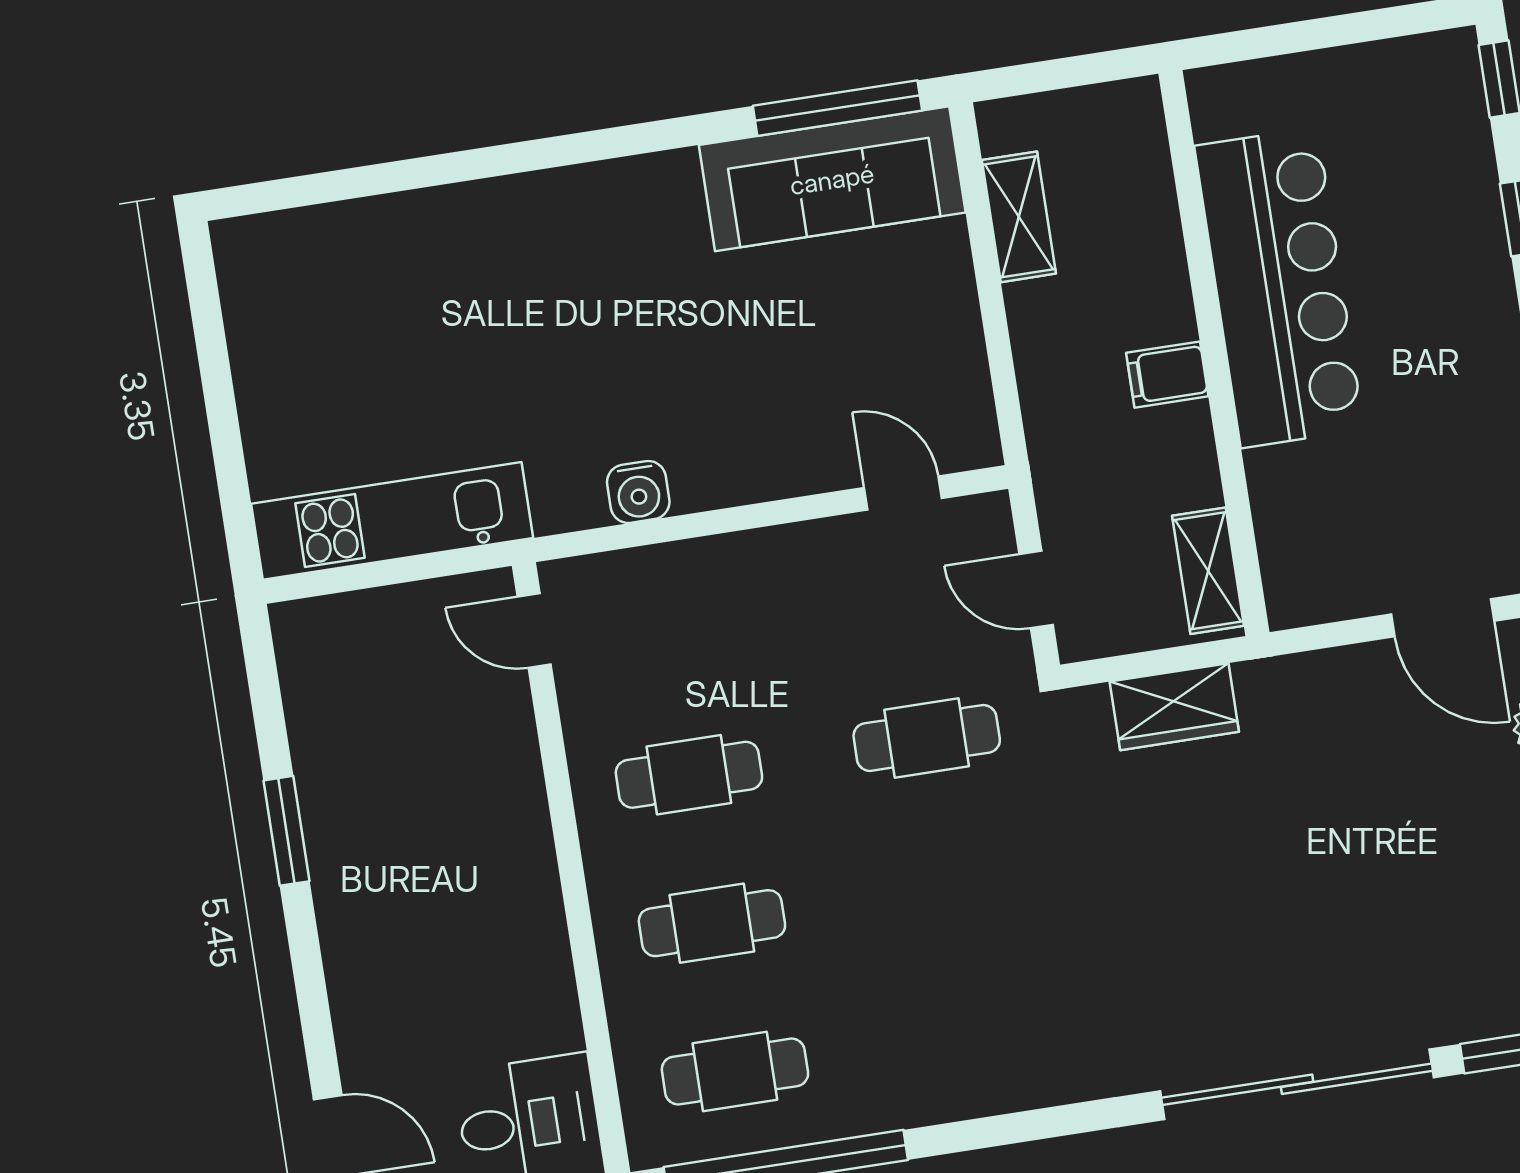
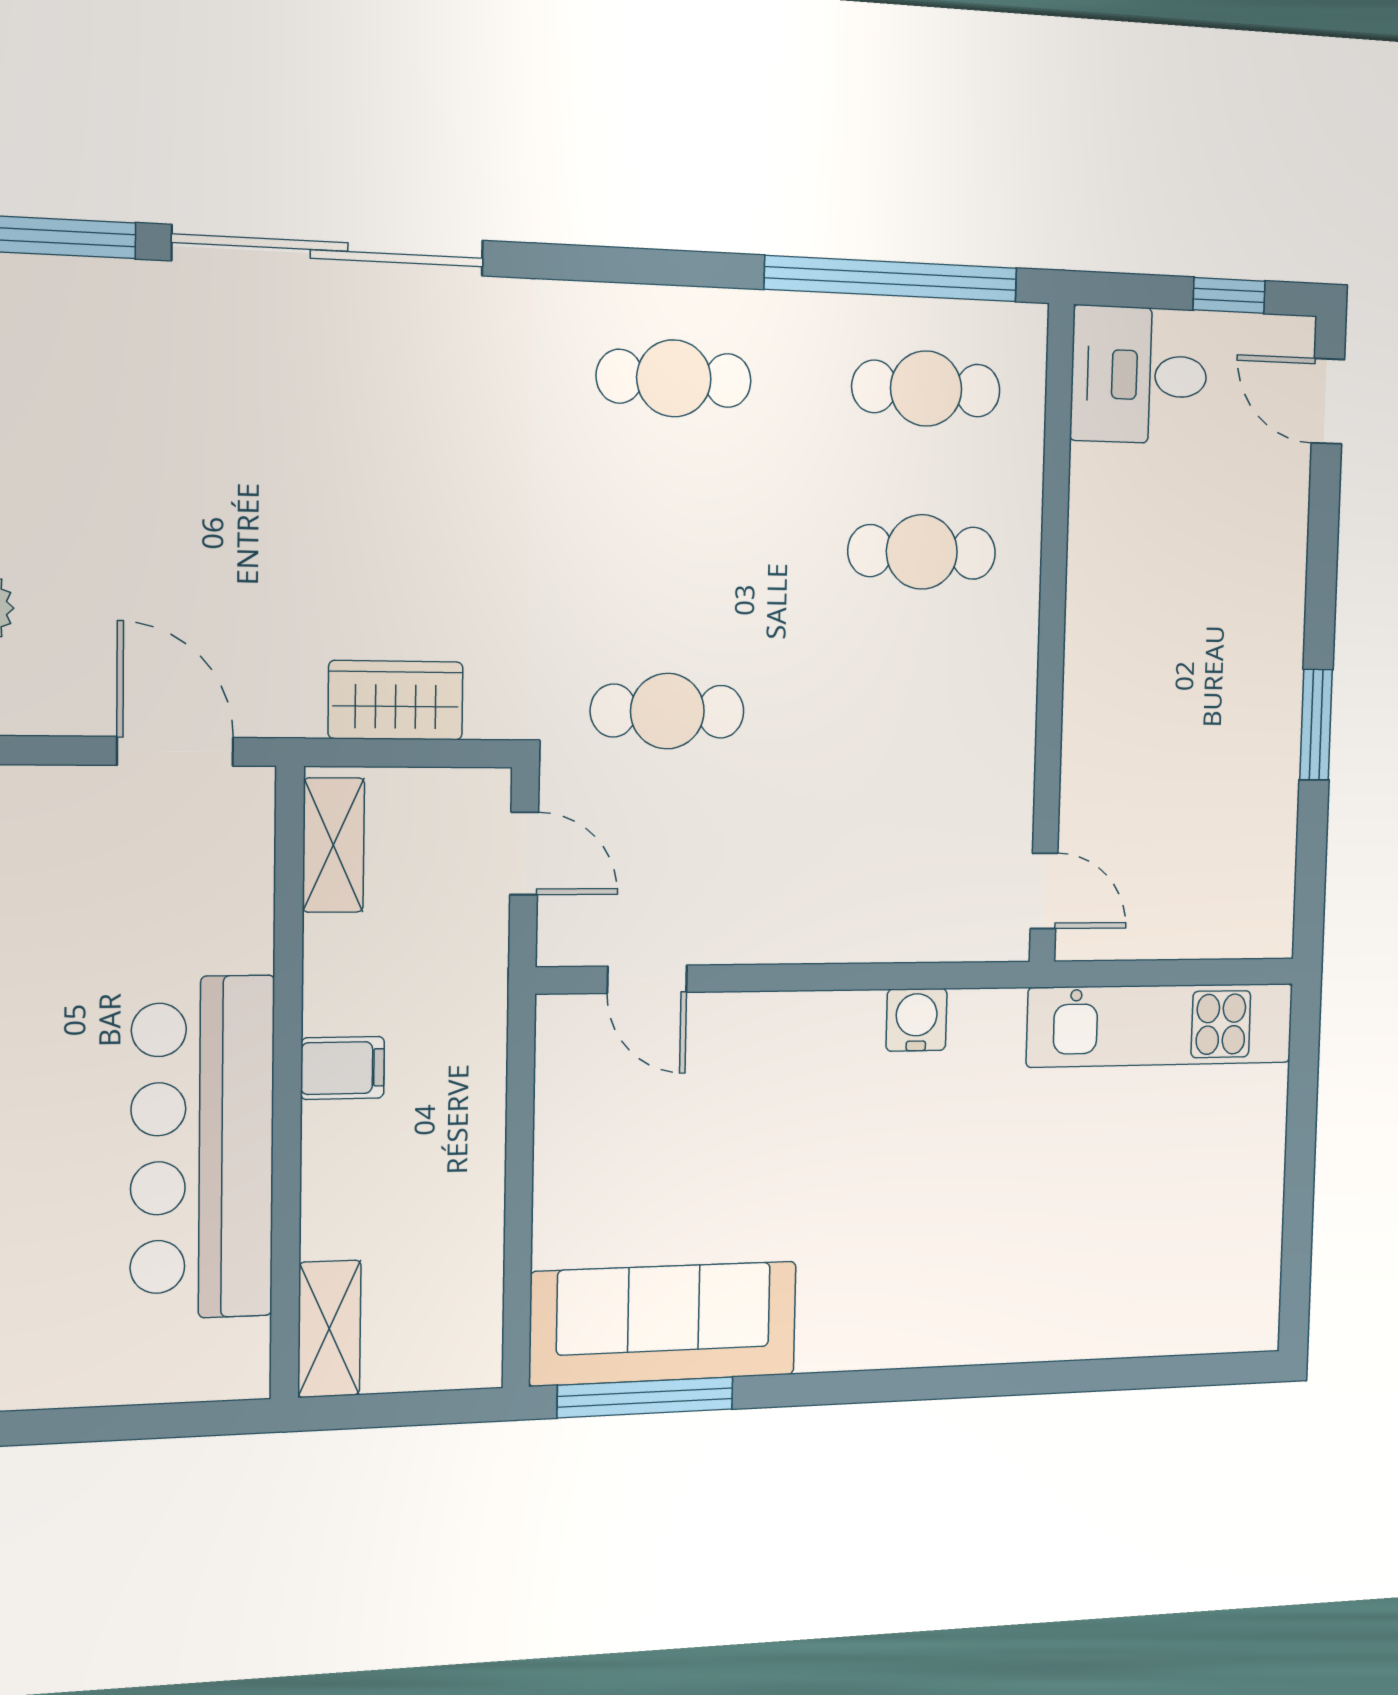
shelving: (1019, 217) -> (329, 1329), moved
door: (1443, 618) -> (175, 751), moved
cafe table: (689, 775) -> (674, 378), moved

